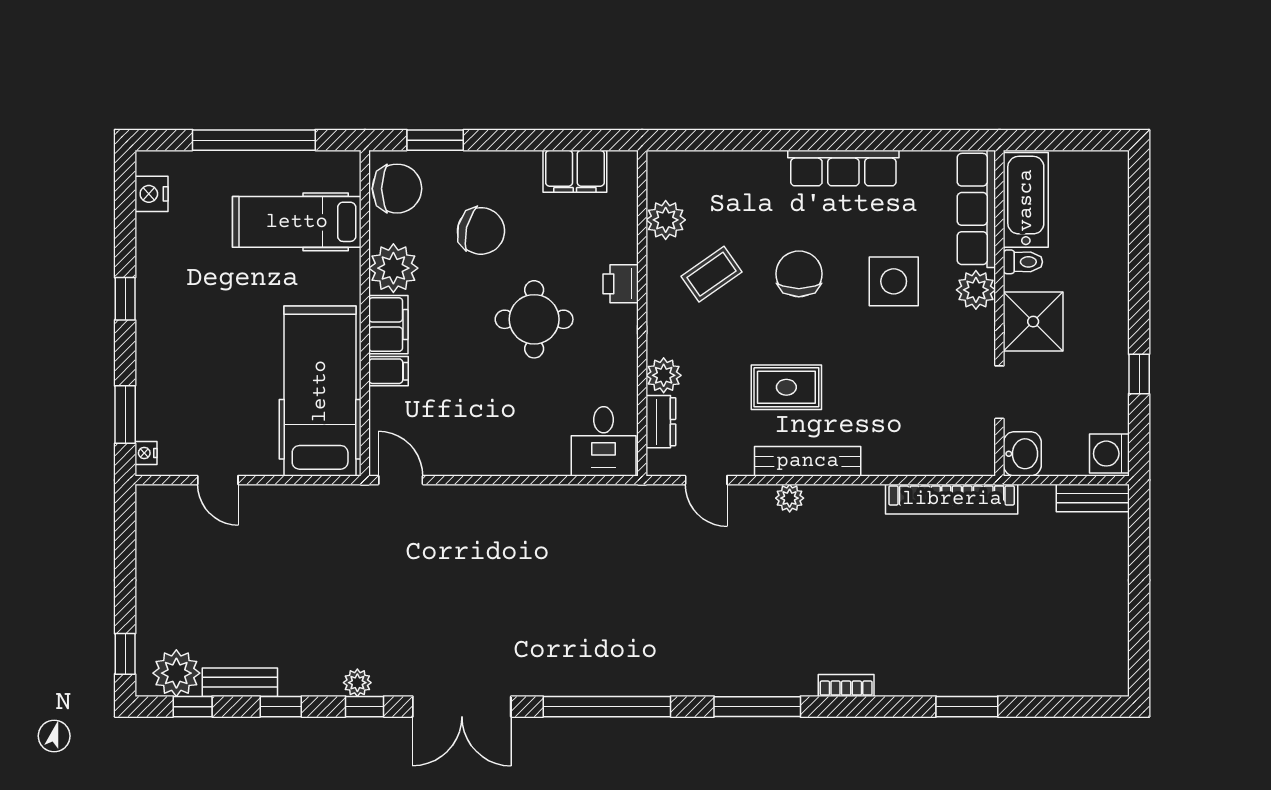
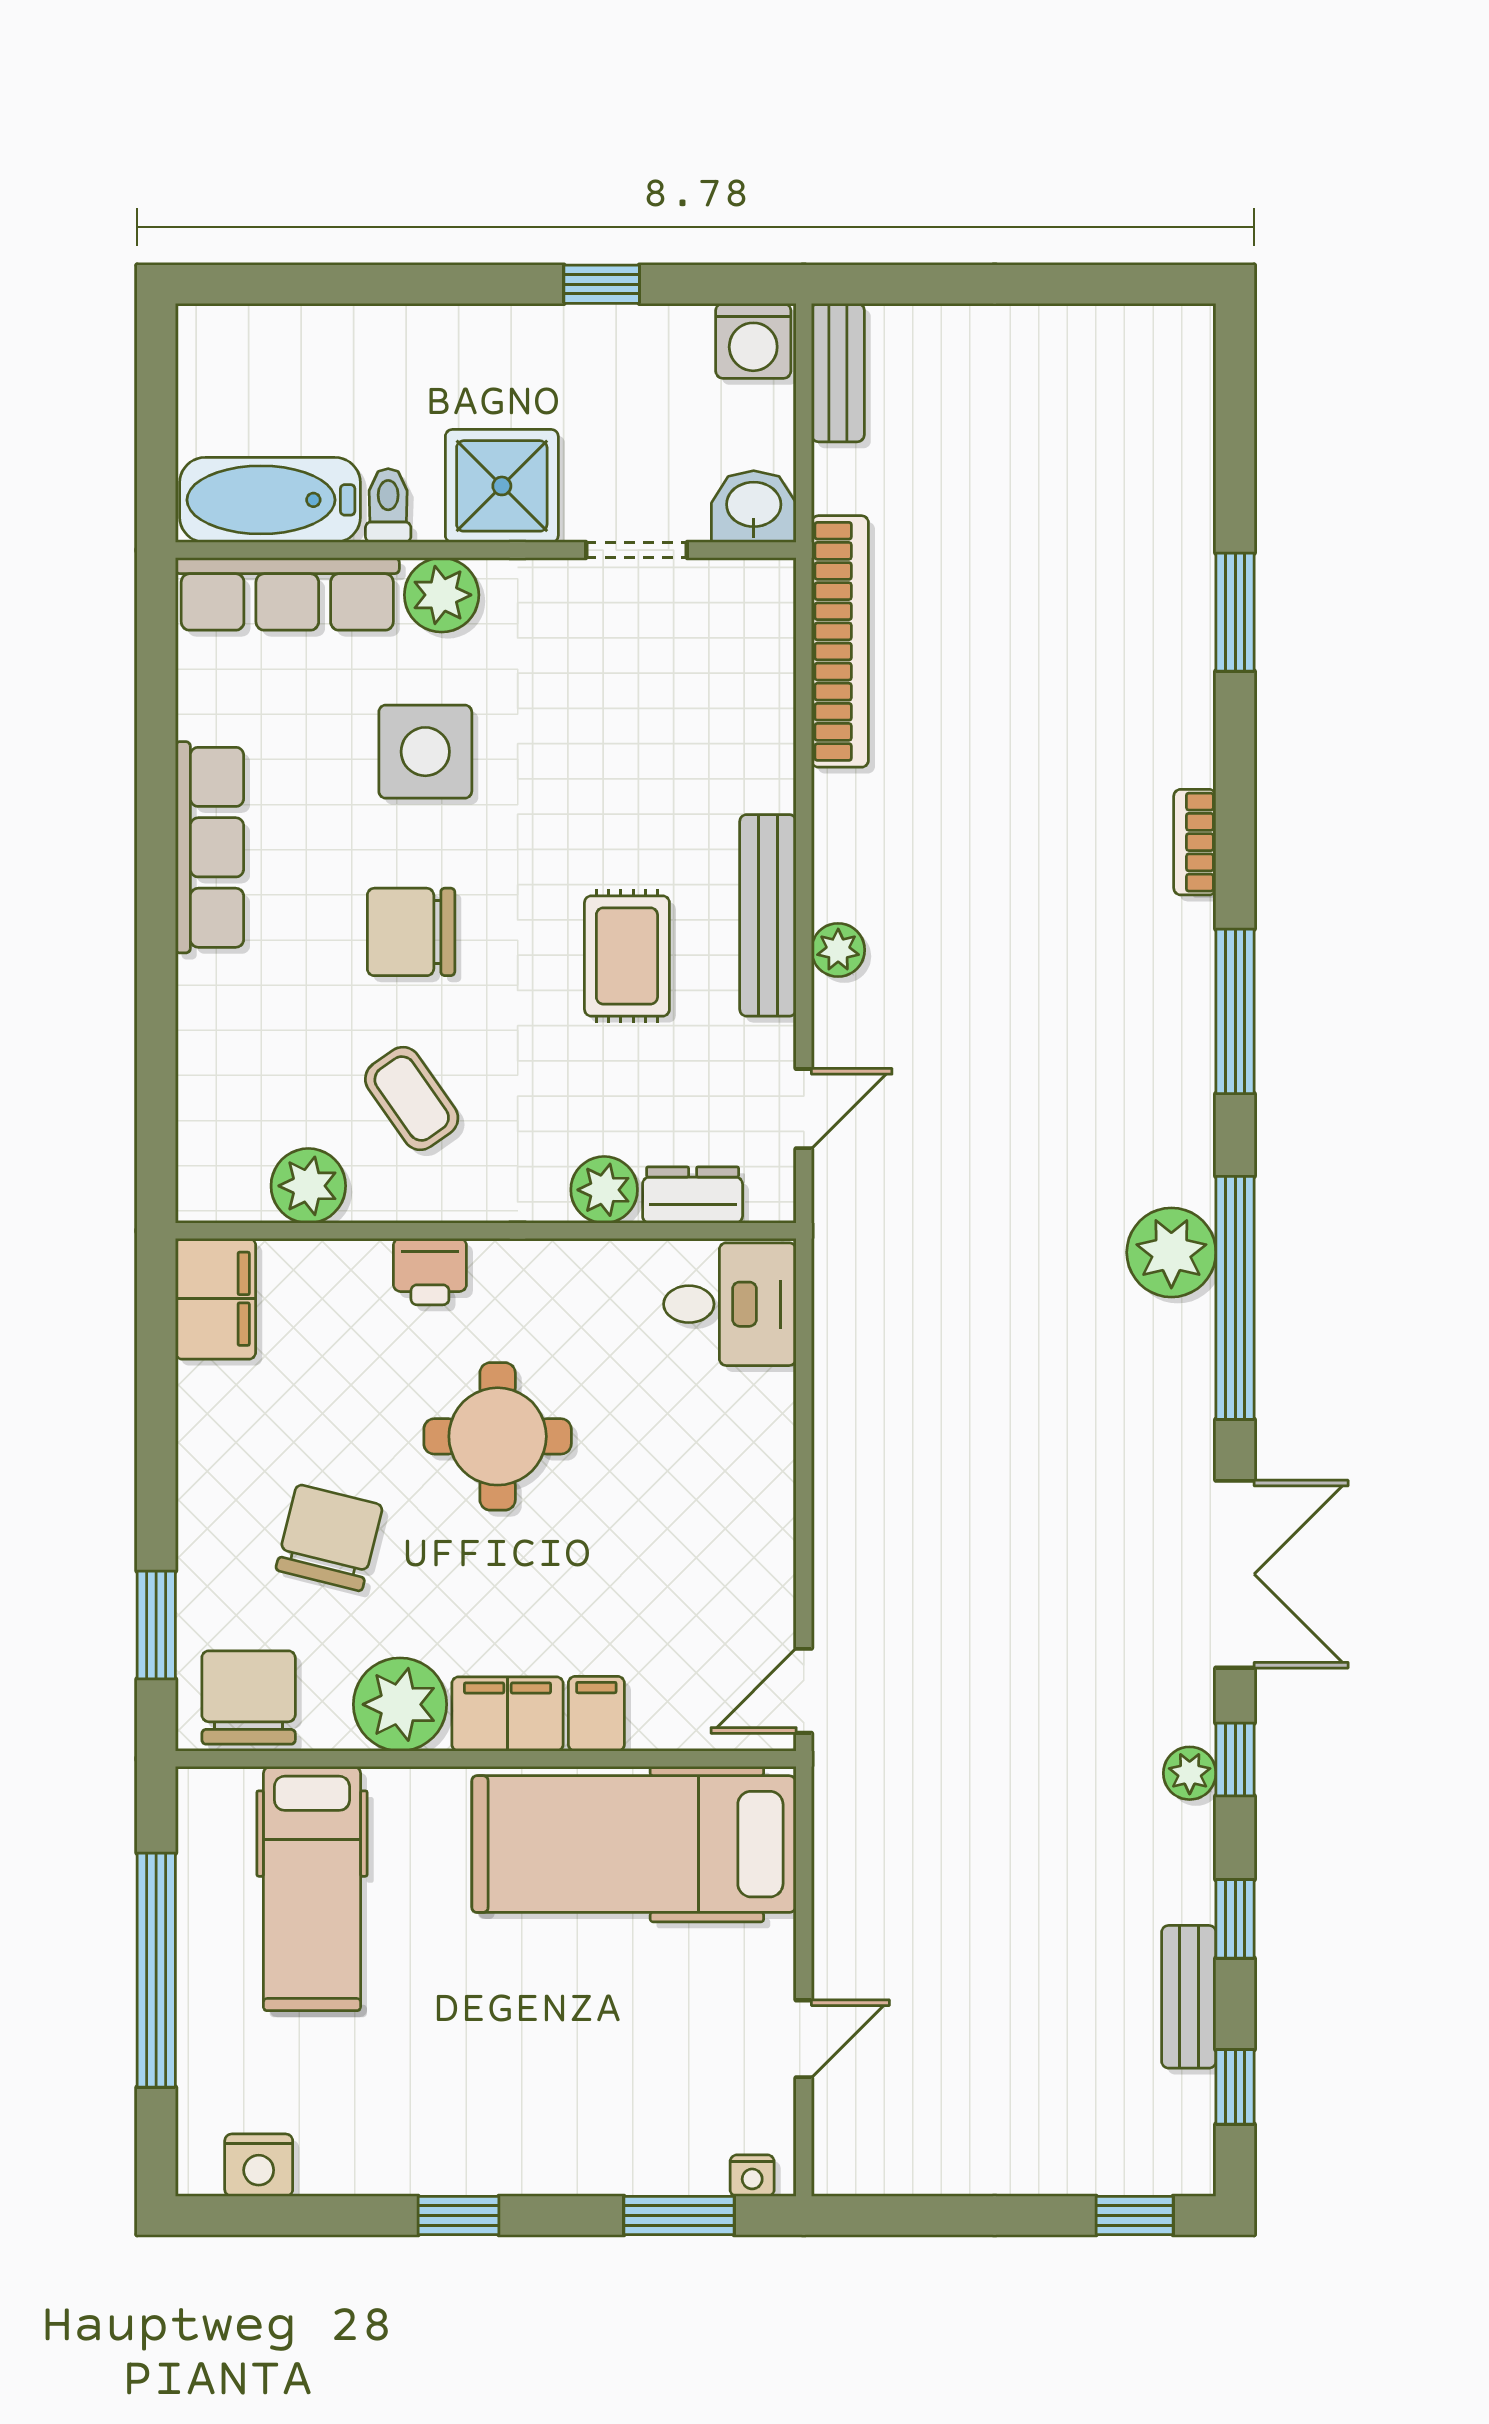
filing cabinet: (575, 171) -> (215, 1299), moved
plant: (176, 673) -> (1171, 1252), moved

